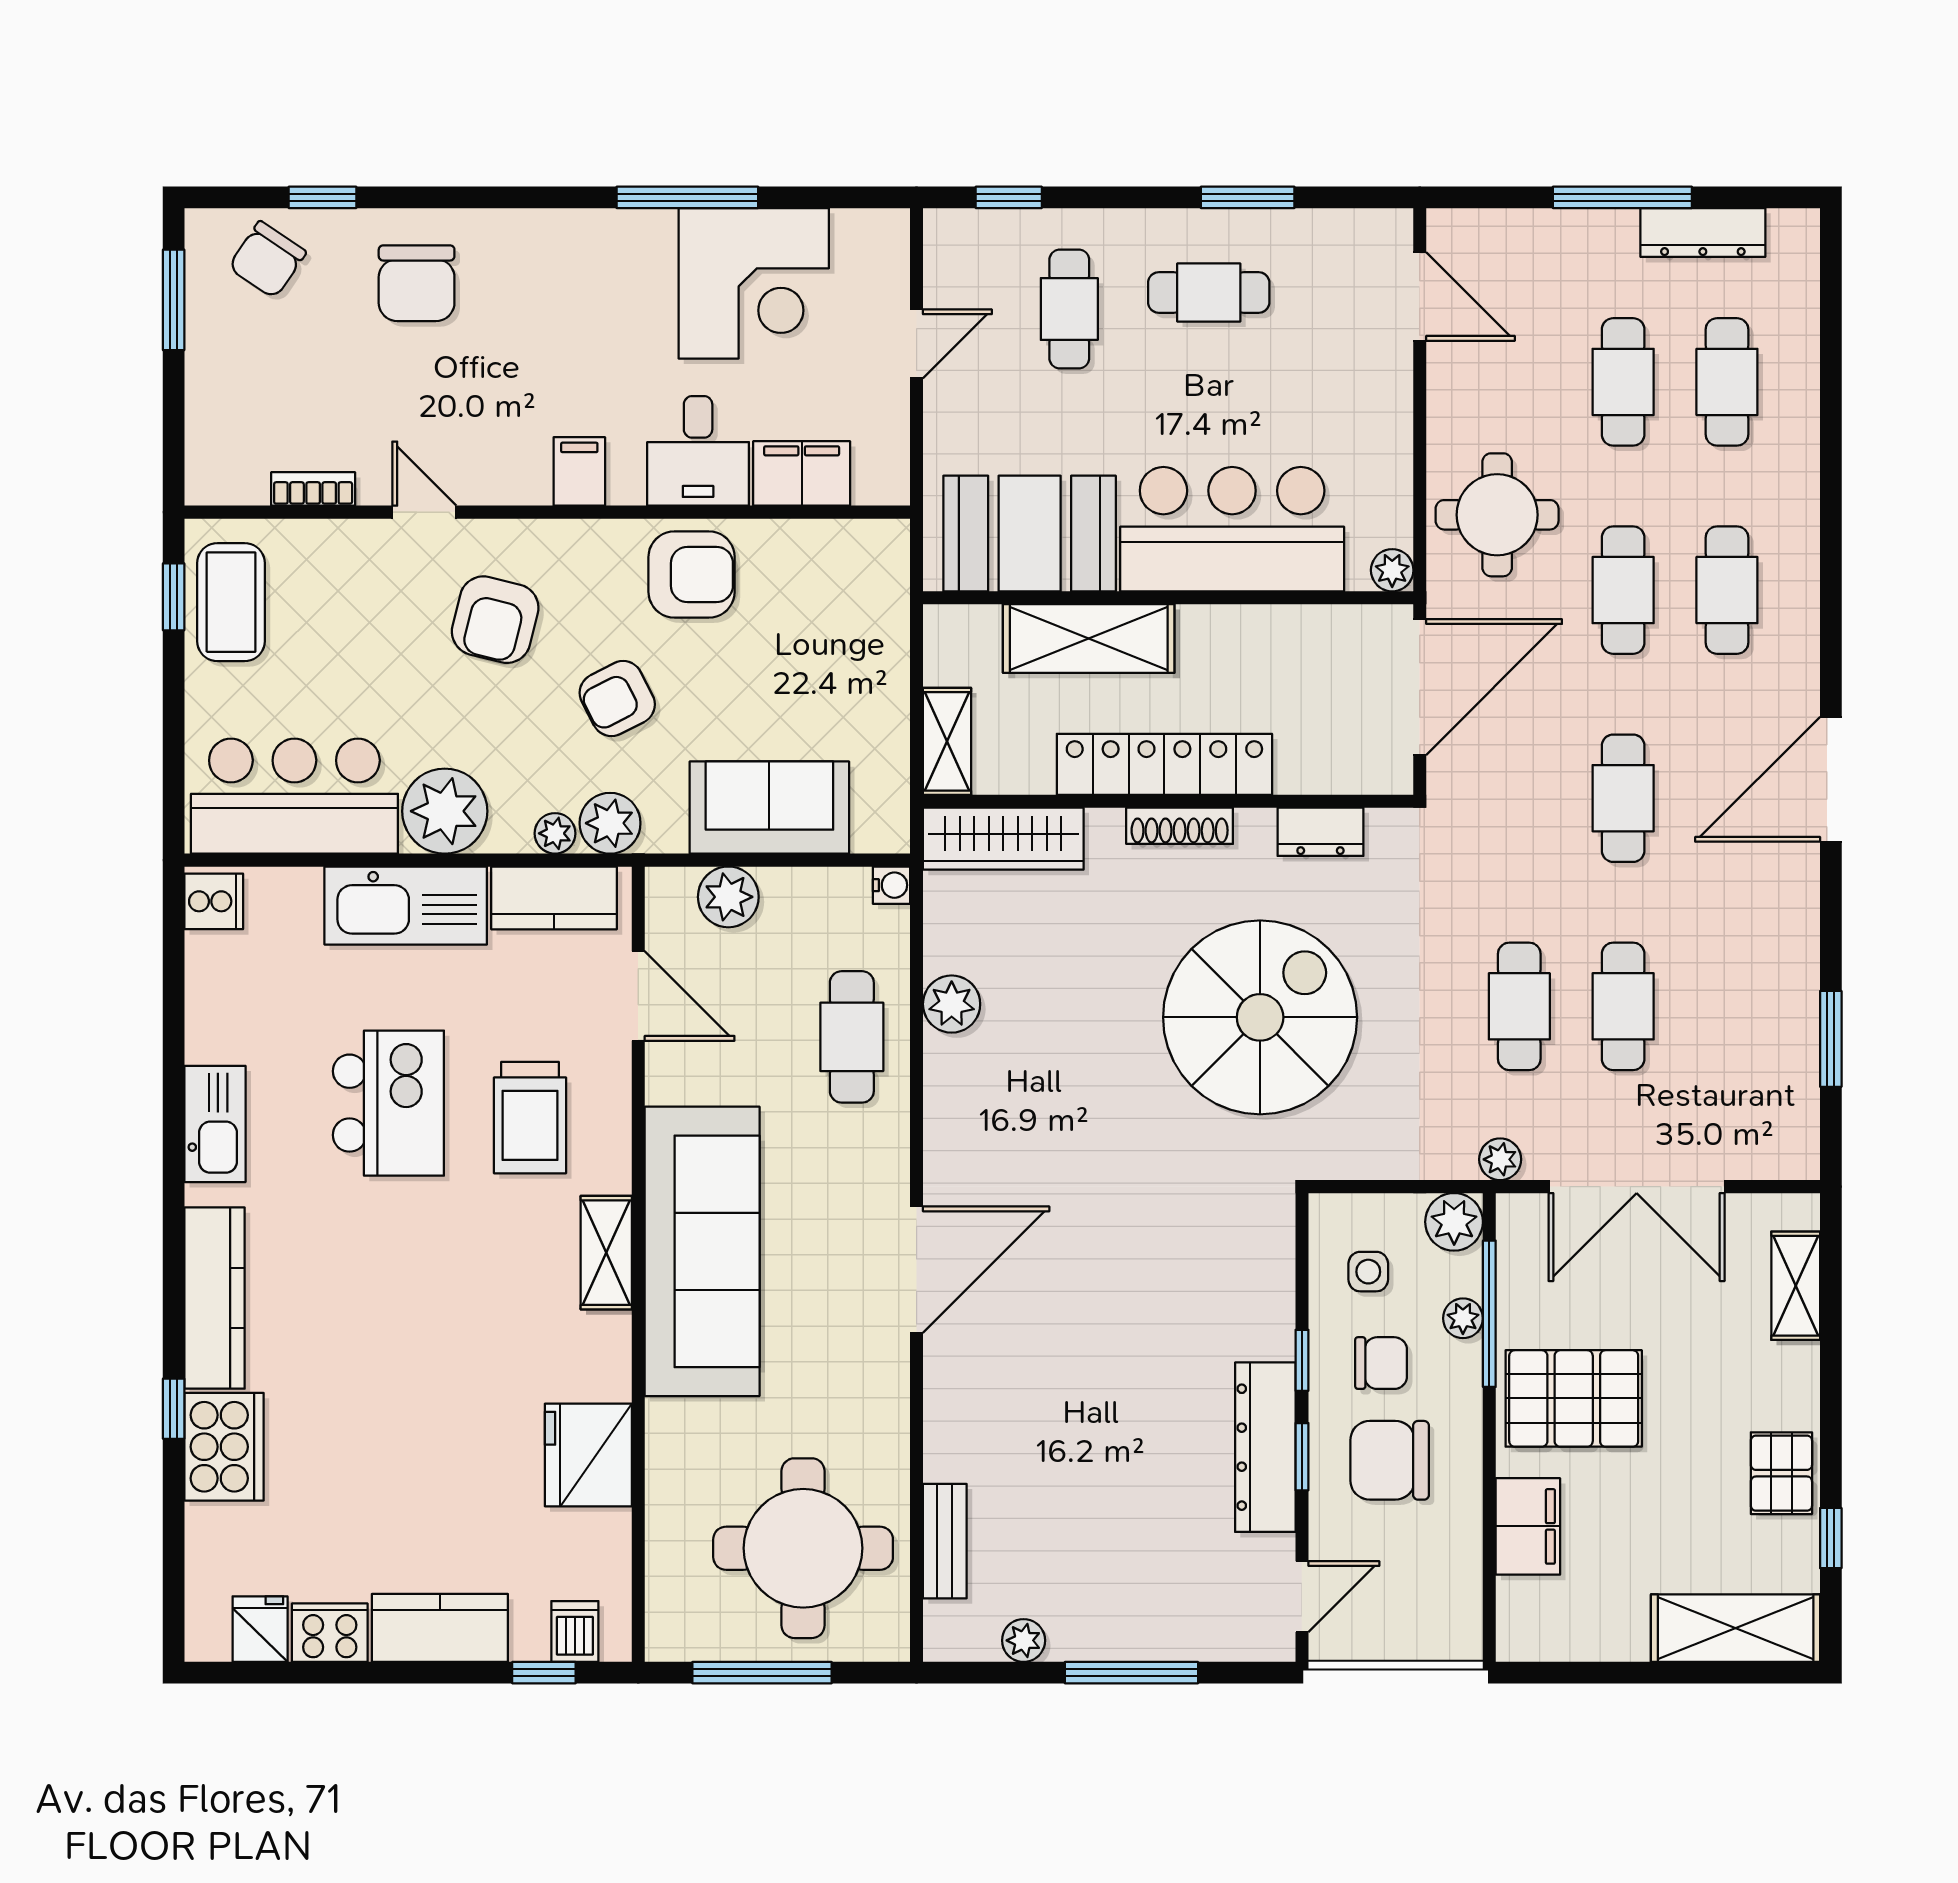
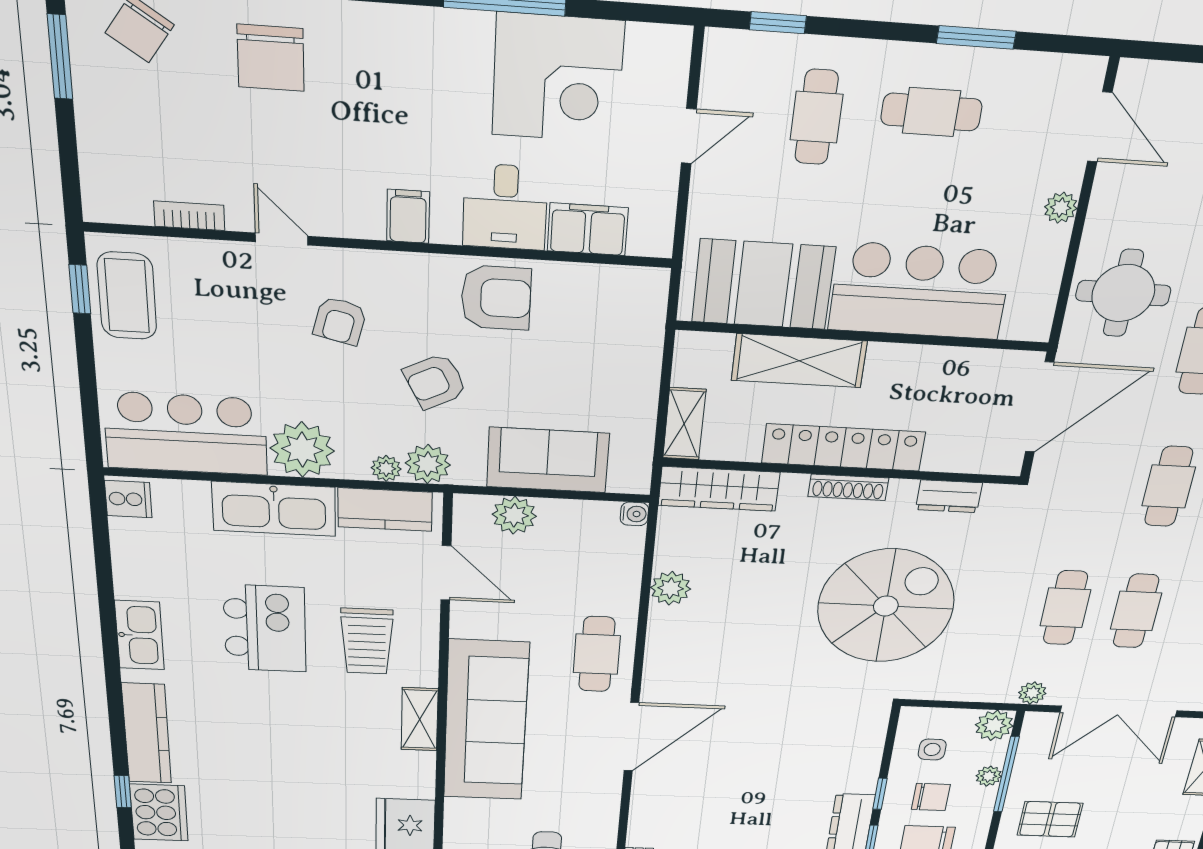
plant: (1392, 570) -> (1061, 208), moved
armchair: (495, 620) -> (340, 321), width x0.72, depth x0.72
cafe table: (852, 1037) -> (597, 654), moved
pallet: (1574, 1398) -> (1050, 819), width x0.67, depth x0.71

